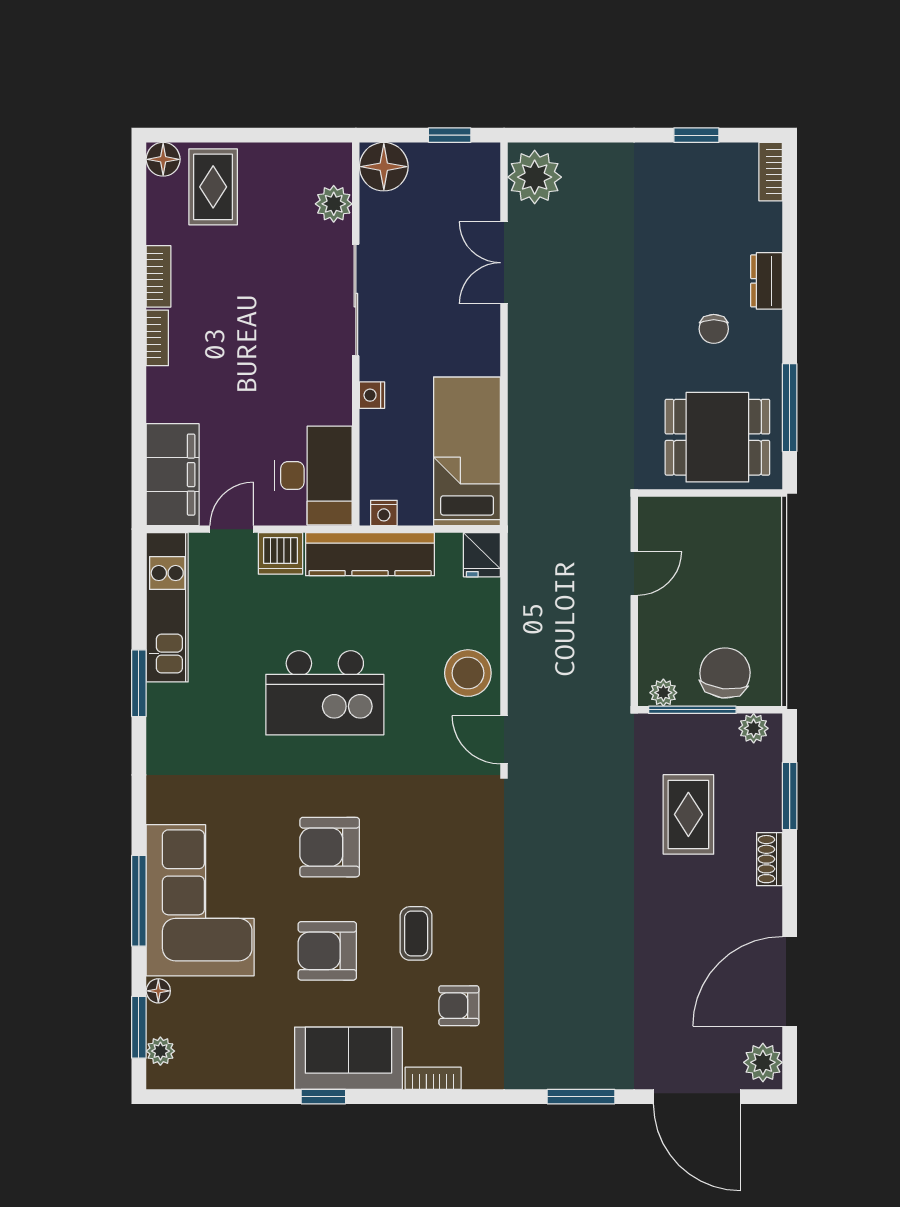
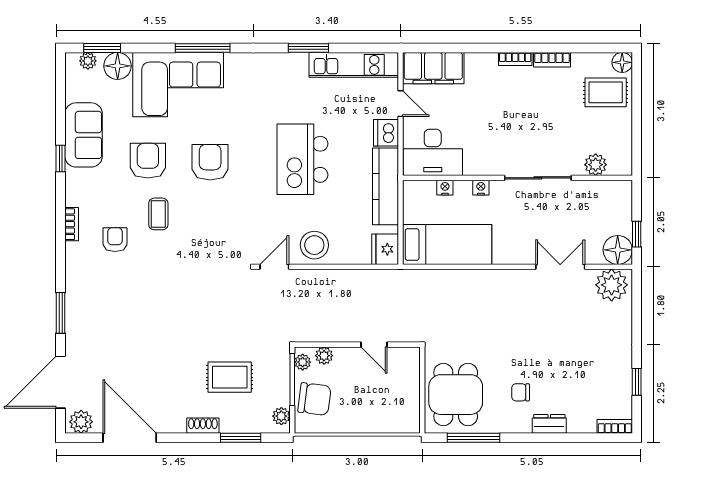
floor lamp: (384, 167) -> (618, 250), moved
nightstand: (384, 513) -> (445, 188), moved, turned 90
fridge: (482, 555) -> (385, 249), width x1.38
plant: (653, 657) -> (324, 356), added
window: (139, 901) -> (203, 48), moved
coffee table: (416, 933) -> (158, 214), turned 90
floor lamp: (158, 991) -> (118, 66), width x1.89, depth x1.89
sofa: (348, 1058) -> (84, 135), moved

